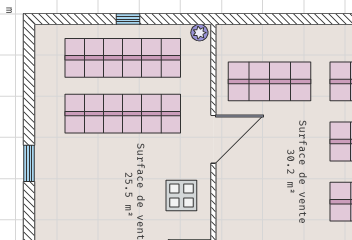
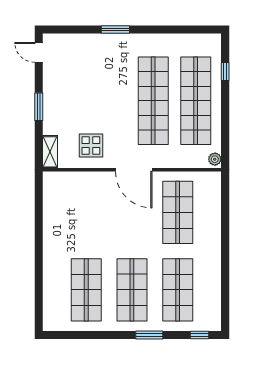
window: (128, 19) -> (225, 72), moved

